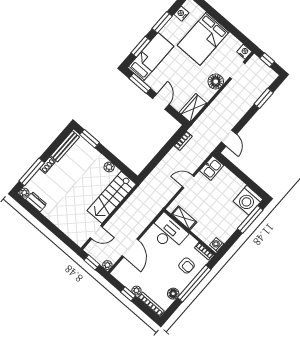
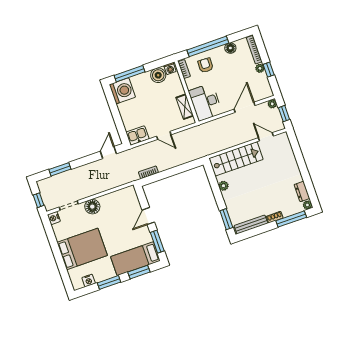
wardrobe: (193, 108) -> (124, 195), removed
boiler: (224, 232) -> (158, 75), added

